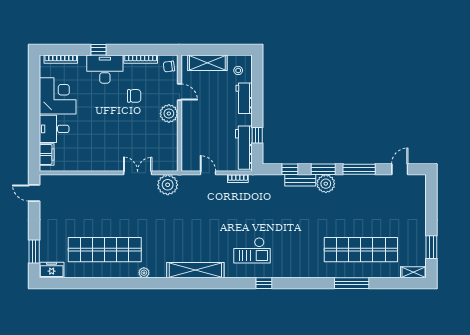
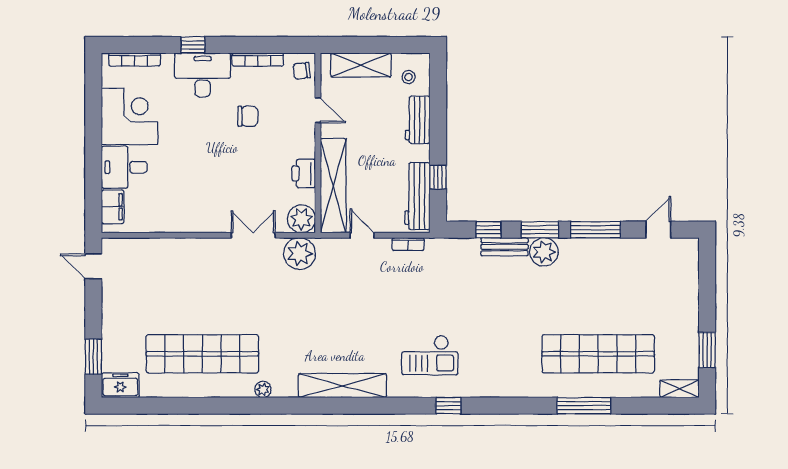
plant: (169, 114) -> (301, 219), moved
printer: (170, 133) -> (304, 173), added
shelving: (189, 141) -> (333, 186), added

